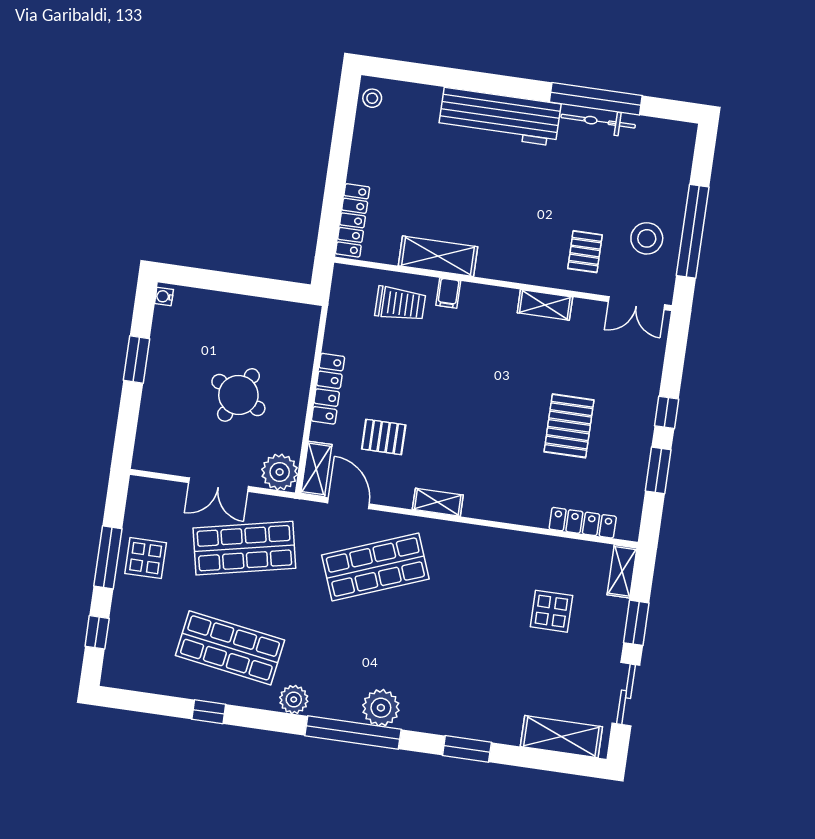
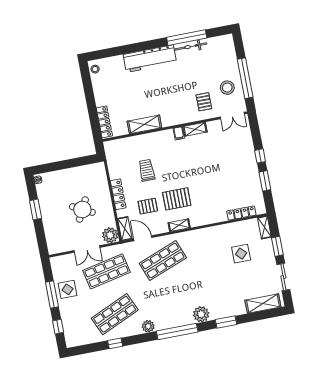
filing cabinet: (448, 293) -> (179, 133), moved
trolley: (400, 304) -> (147, 170), moved, turned -90
pallet: (569, 426) -> (177, 199), moved, turned 90
shop shelf: (230, 648) -> (115, 314), turned -33
plant: (381, 708) -> (201, 314), moved

